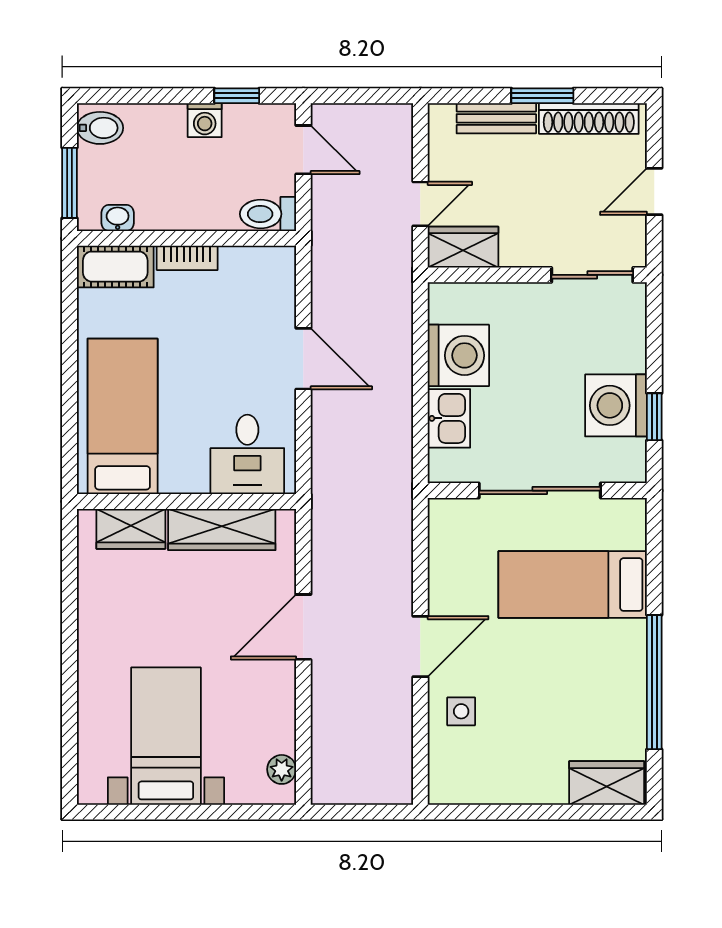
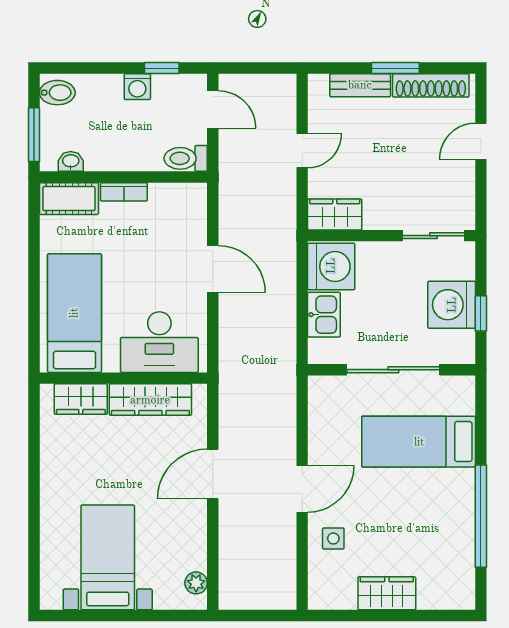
wardrobe: (463, 247) -> (335, 214), moved
wall: (537, 275) -> (391, 236), moved
sliding door: (592, 275) -> (433, 236), moved
desk: (247, 454) -> (159, 342), width x1.37
wardrobe: (607, 783) -> (387, 593), moved

